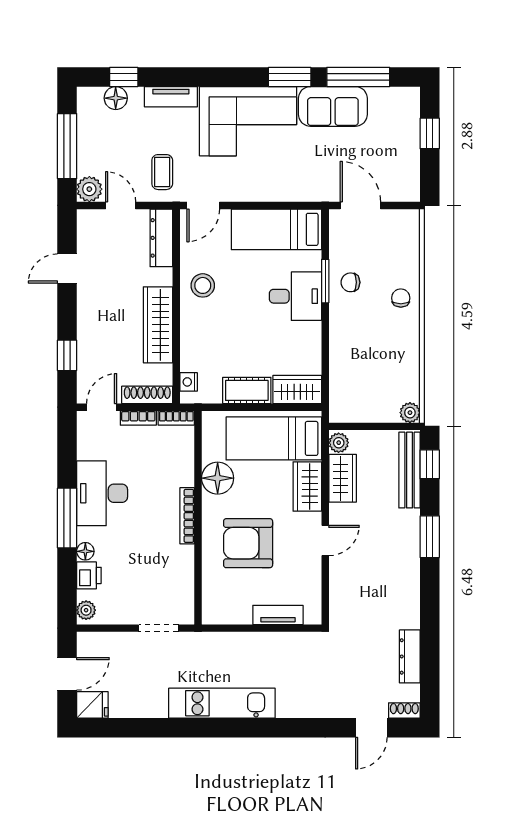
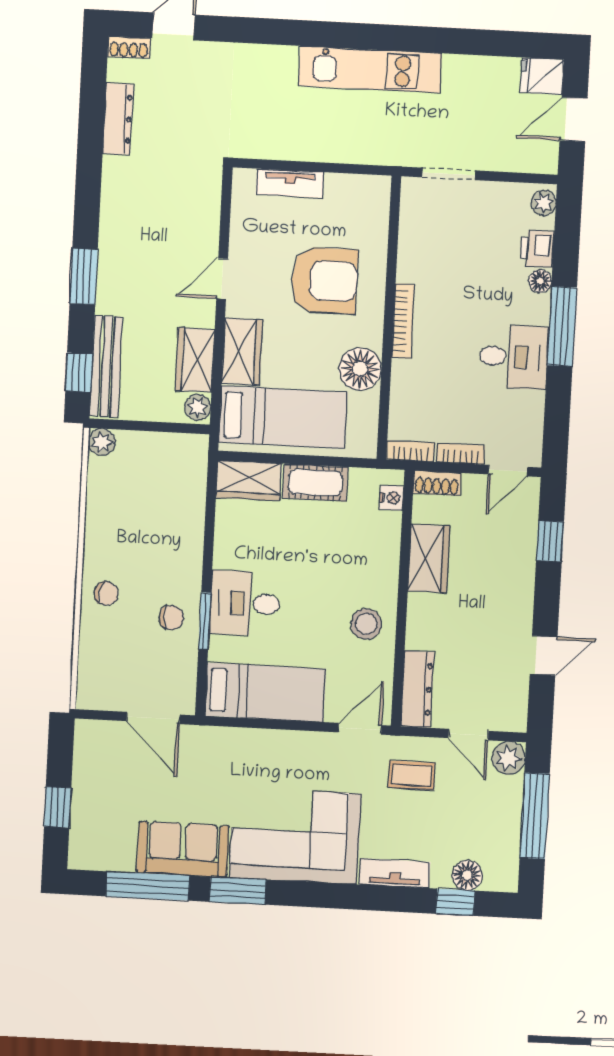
coffee table: (162, 172) -> (412, 775), turned 90
chair: (401, 298) -> (106, 594), turned -78
wardrobe: (158, 325) -> (429, 559), width x0.67
shoe rack: (147, 395) -> (437, 483), width x0.70
desk: (102, 493) -> (514, 357), width x0.73

